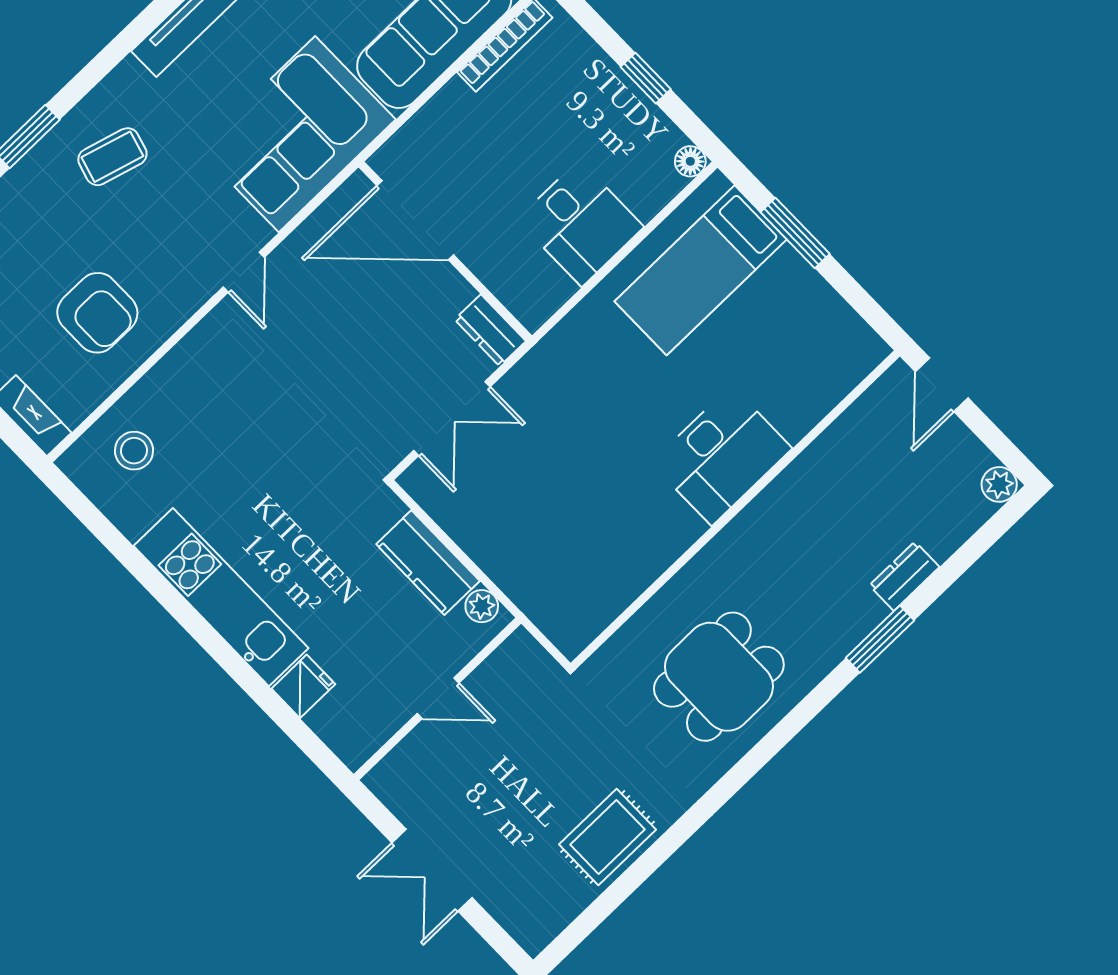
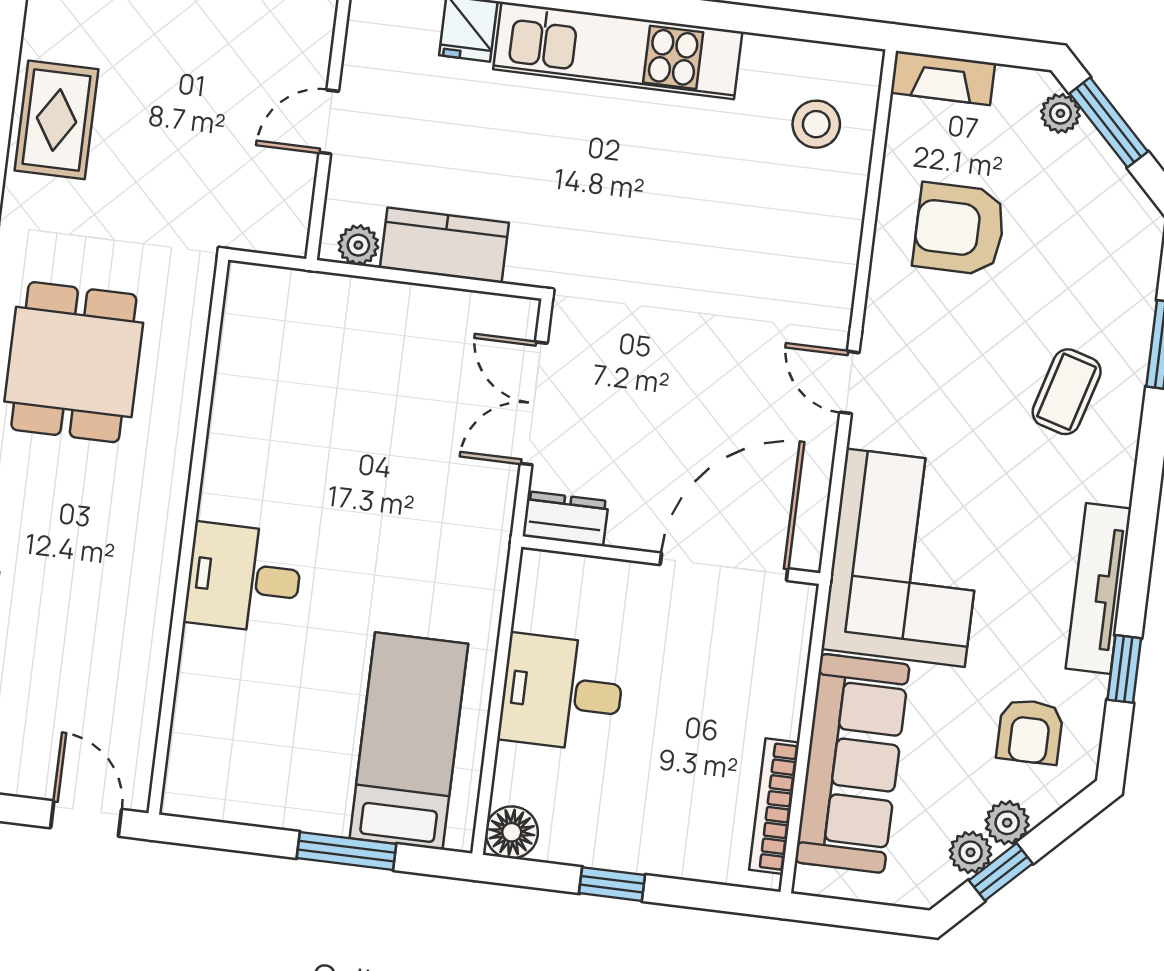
floor lamp: (690, 161) -> (512, 832), width x1.37, depth x1.37
desk: (722, 456) -> (244, 578), width x0.73

